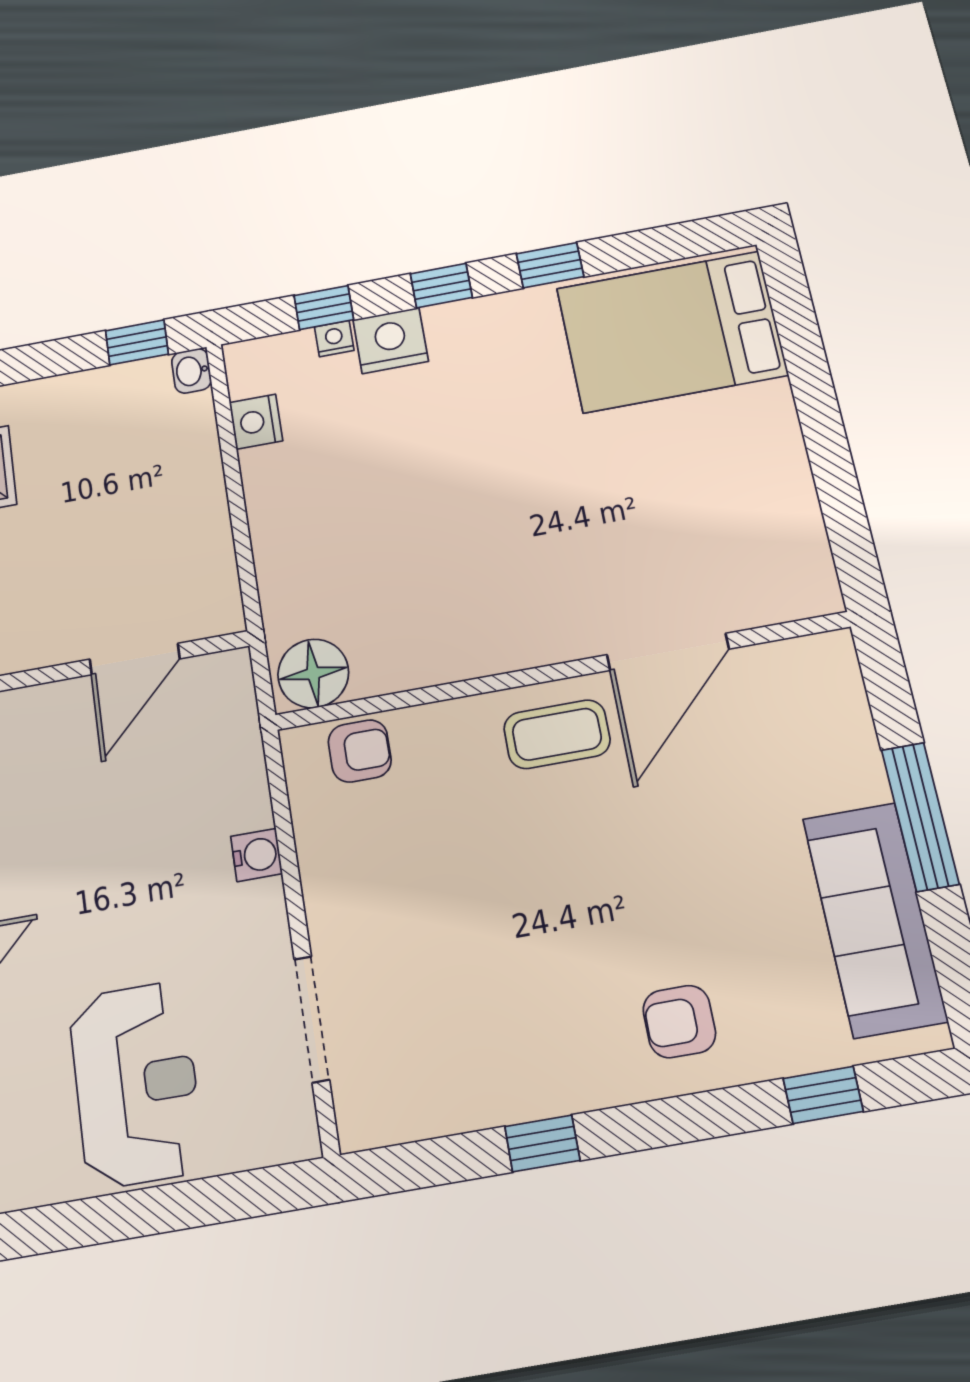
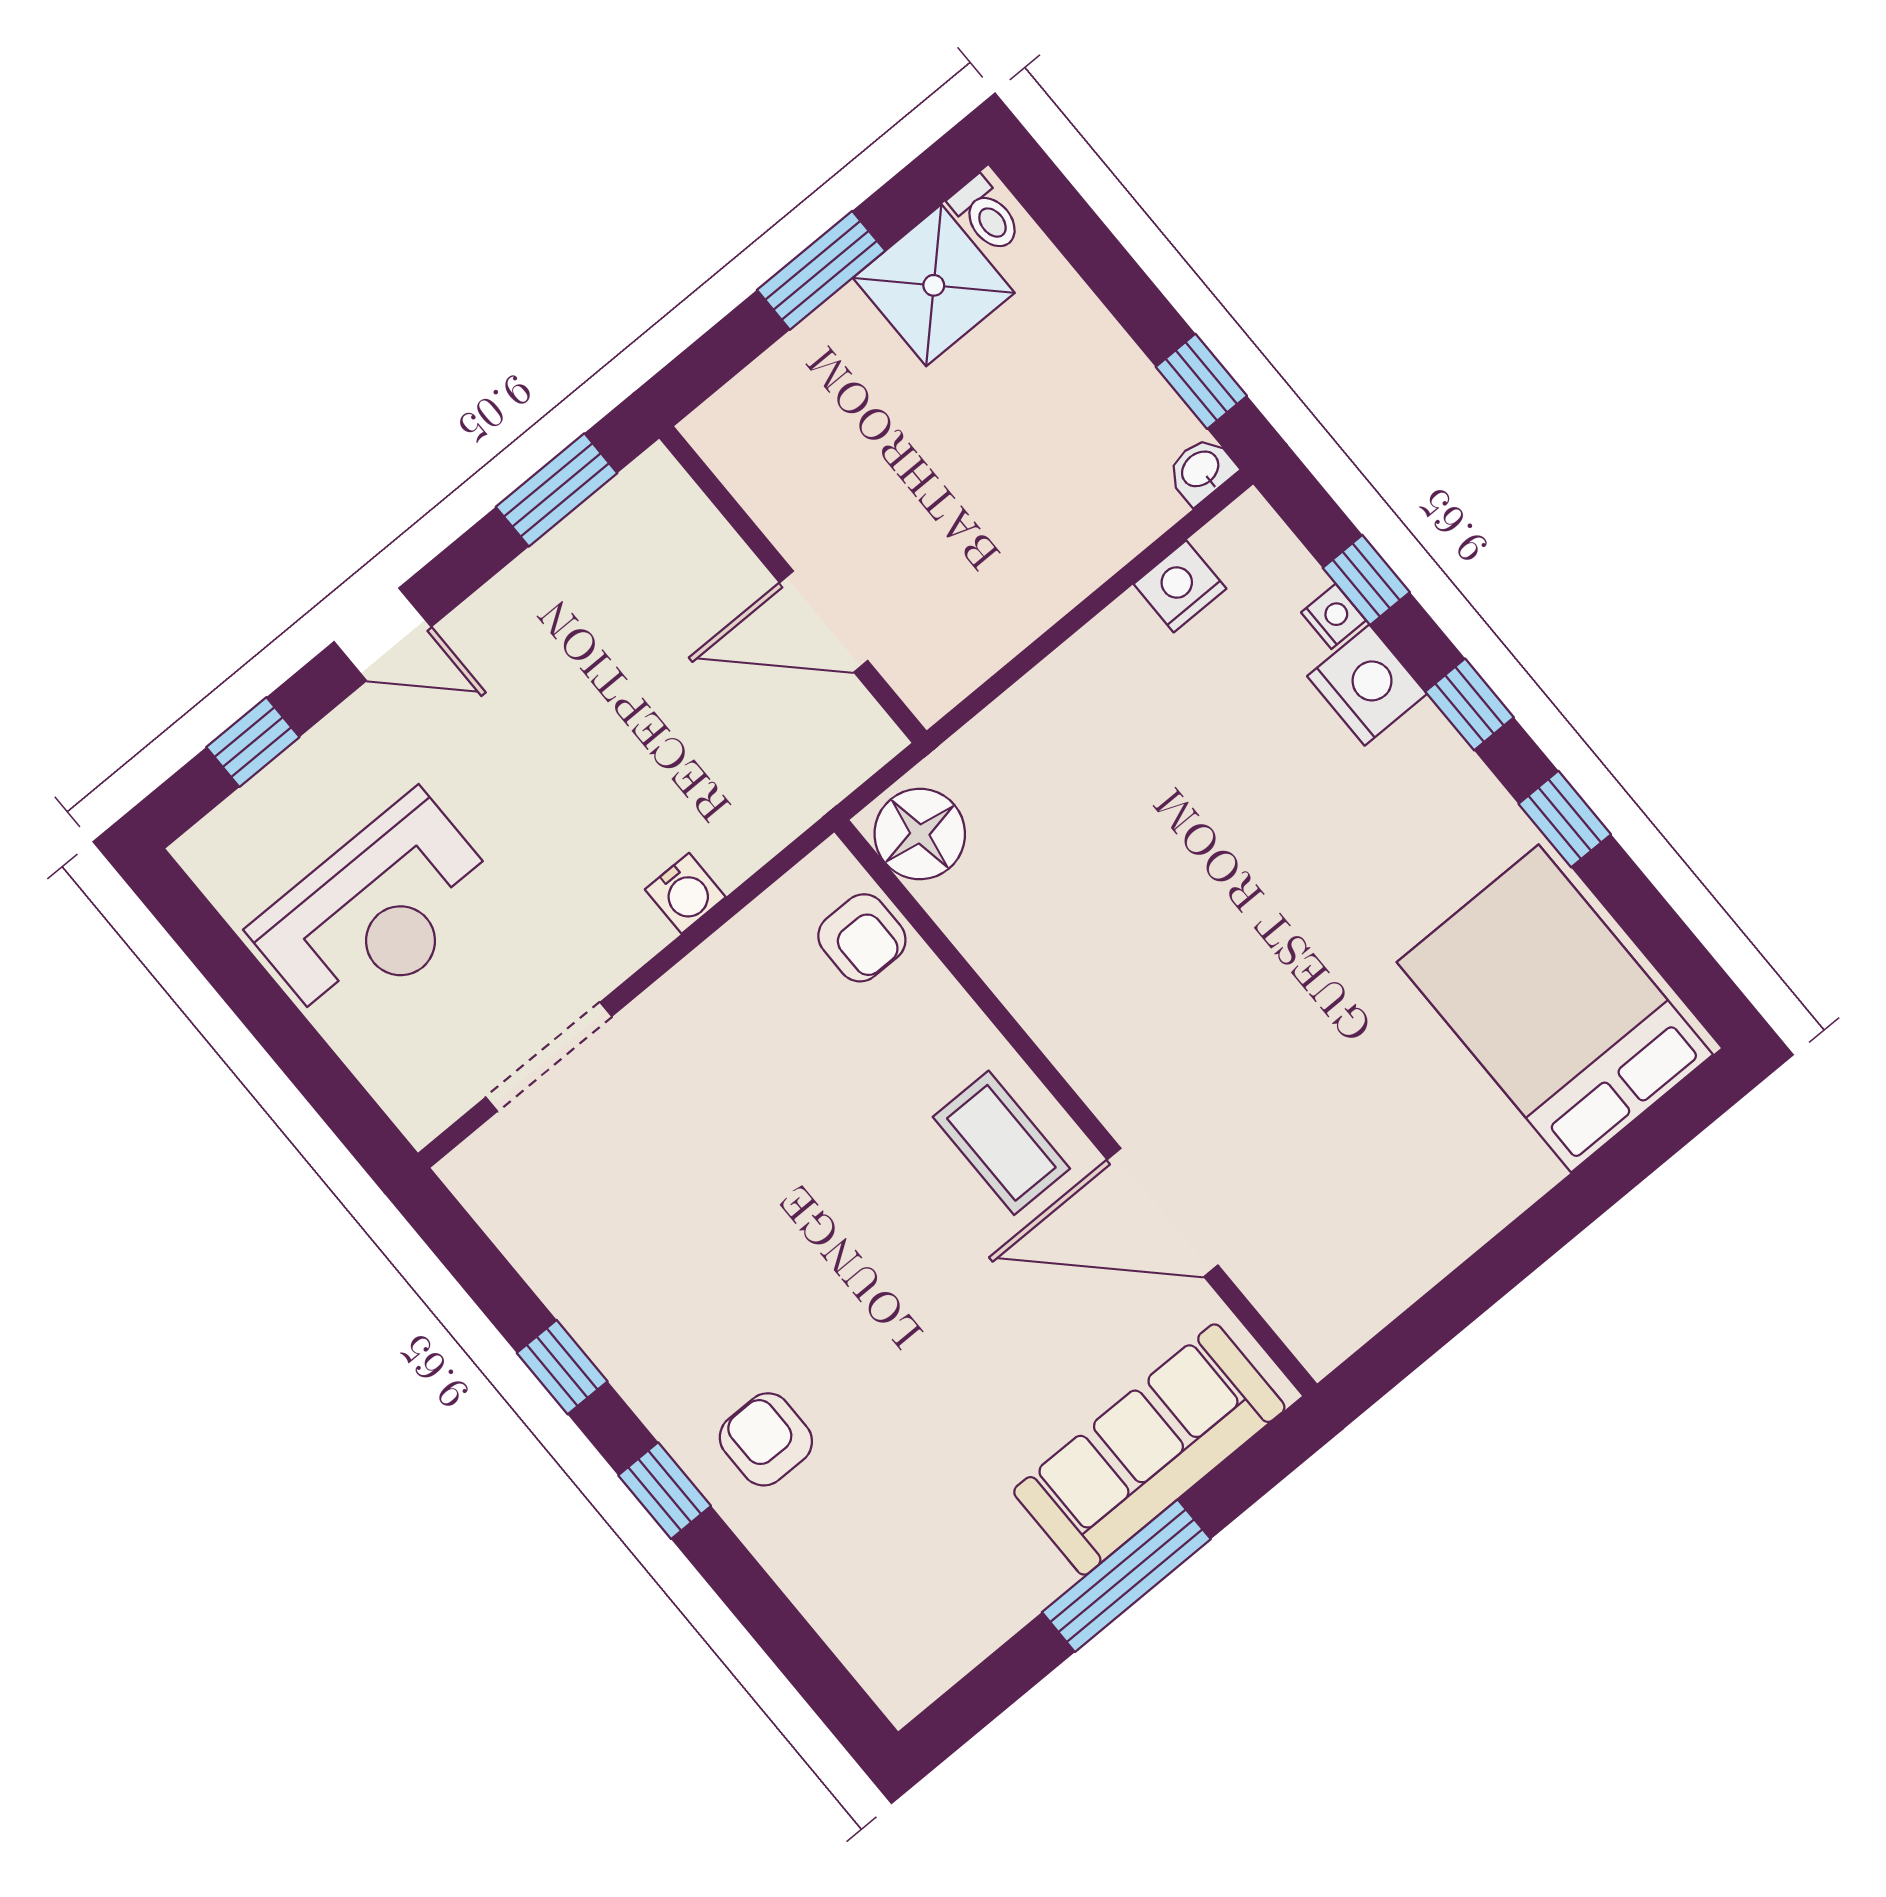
sofa: (874, 919) -> (1149, 1449), moved
window: (823, 1095) -> (665, 1491), moved

